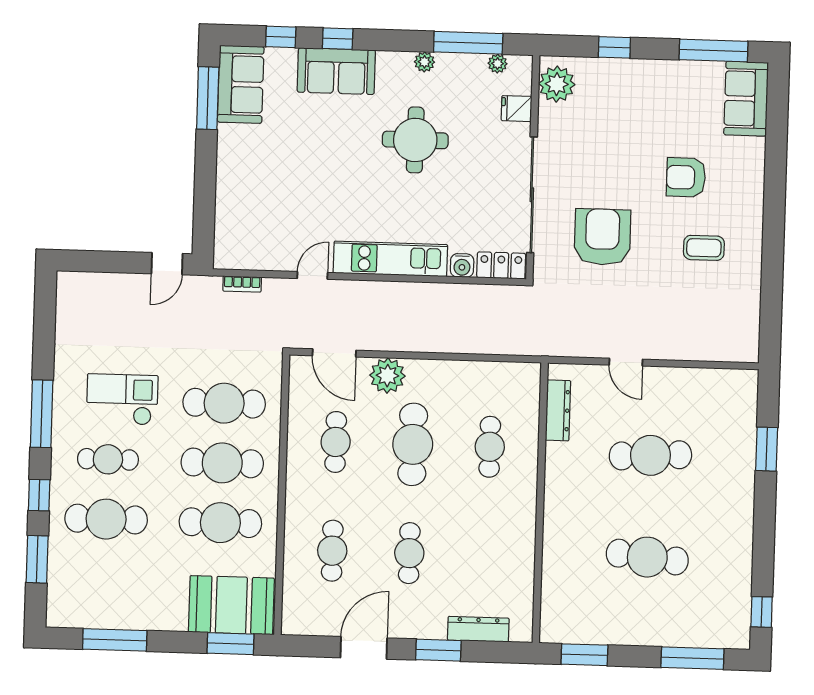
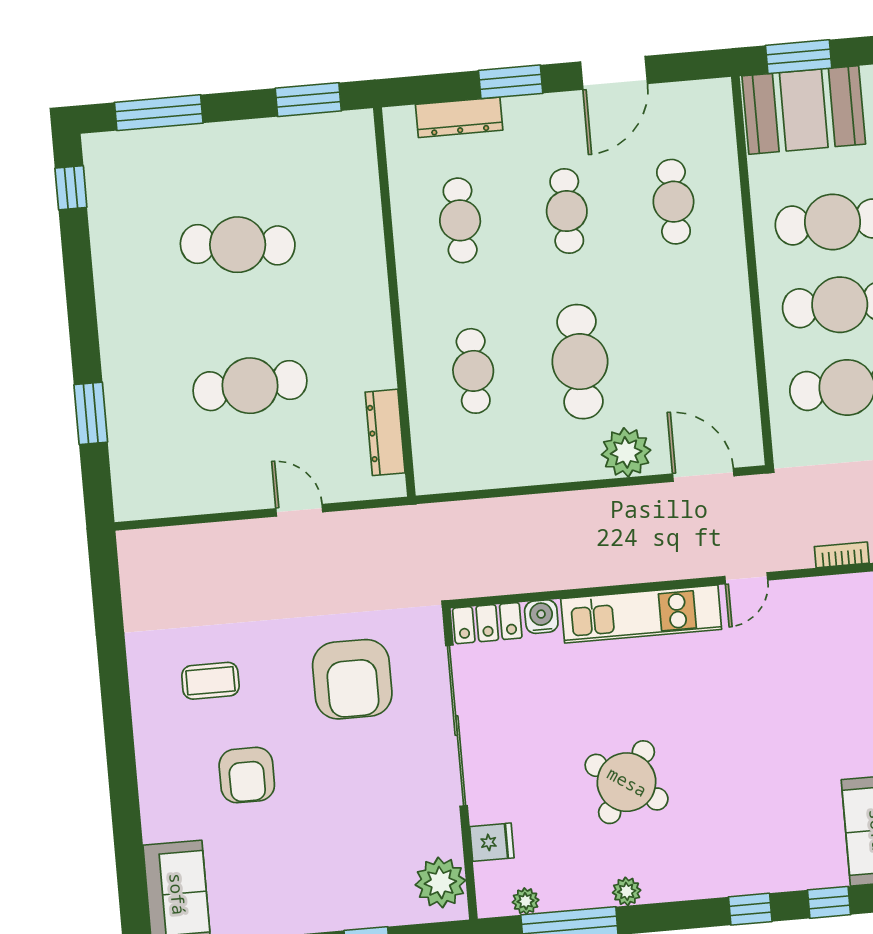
sofa: (336, 71) -> (747, 864), removed
round table: (415, 140) -> (627, 782), turned 34
armchair: (686, 177) -> (247, 775), turned 90
cafe table: (336, 442) -> (460, 220), moved

